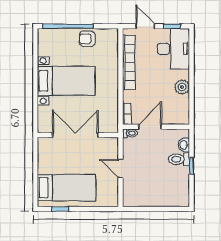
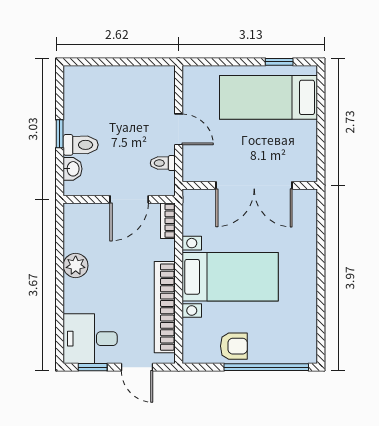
desk: (173, 49) -> (90, 339), width x0.73
bed with nightstands: (66, 81) -> (230, 277), moved, turned 180
toilet: (130, 133) -> (163, 163), moved

